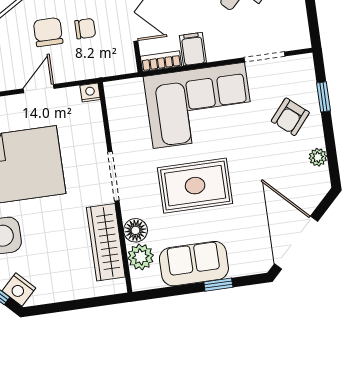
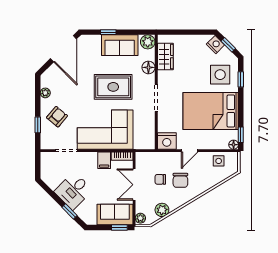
nightstand: (90, 93) -> (167, 141), width x1.89, depth x1.79
wardrobe: (106, 242) -> (165, 57), width x0.67
plant: (141, 257) -> (148, 42), moved

